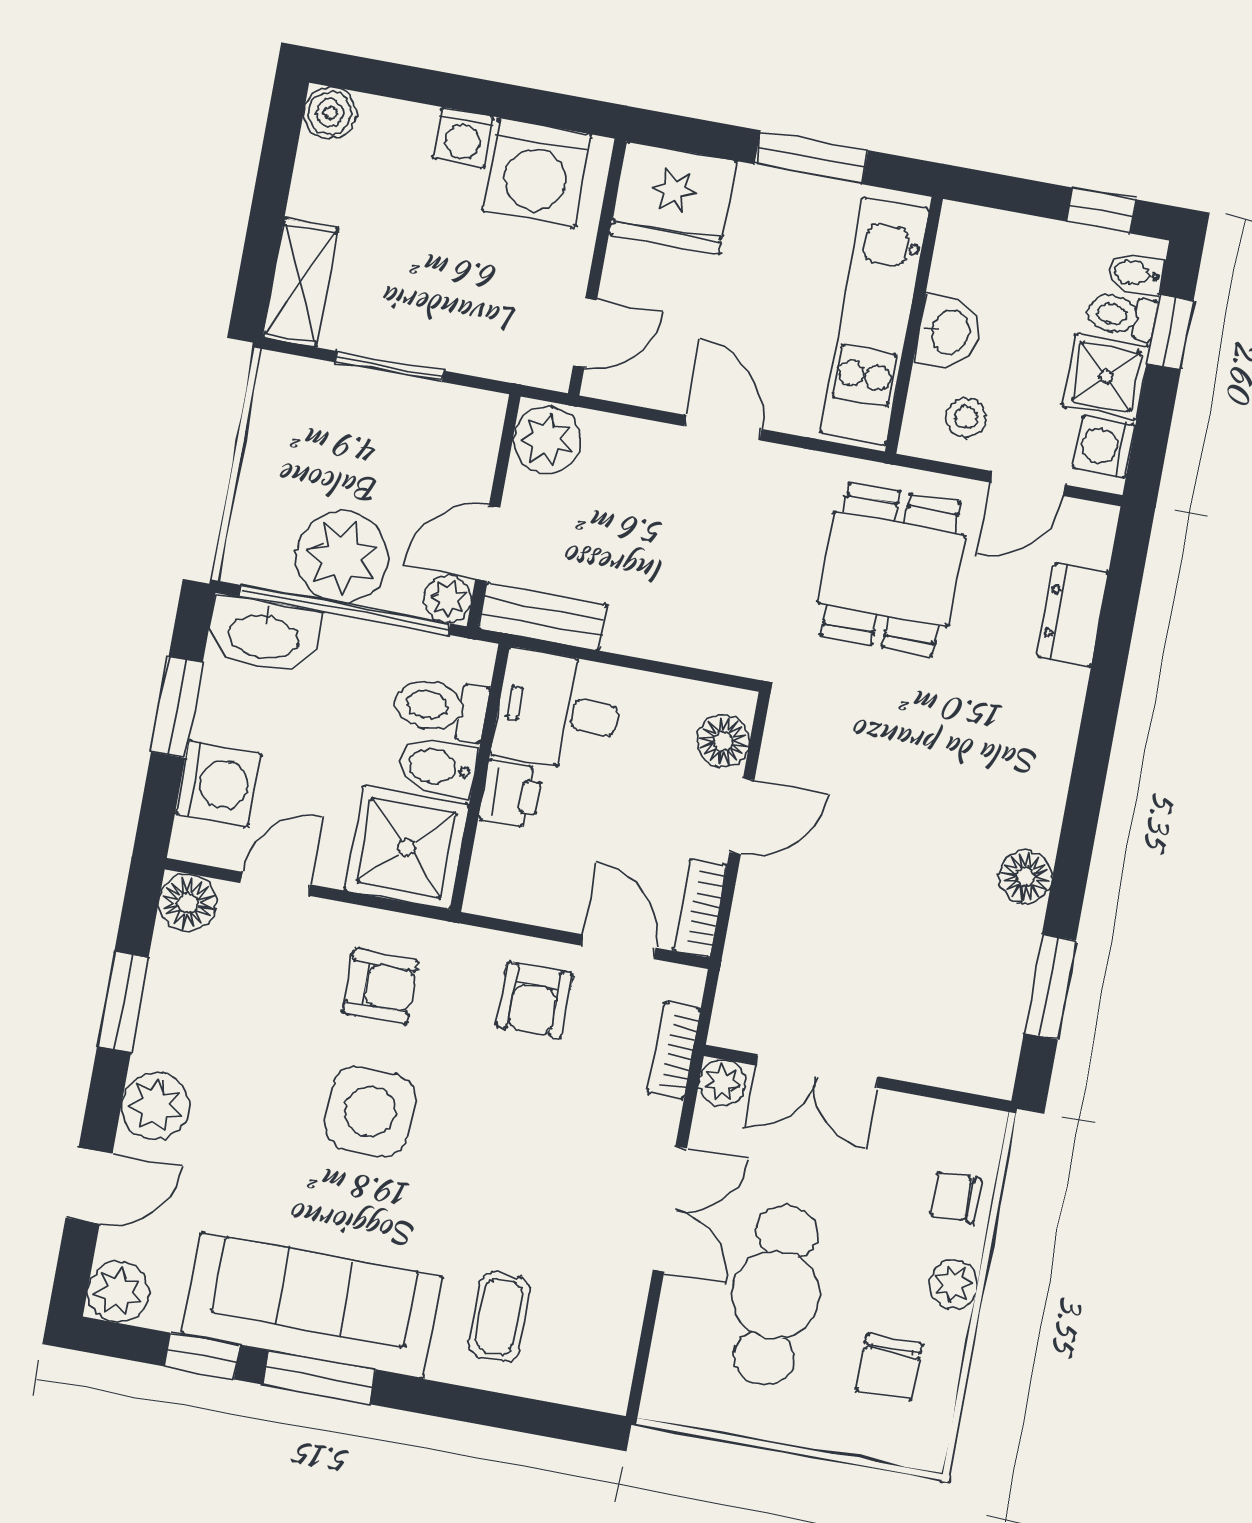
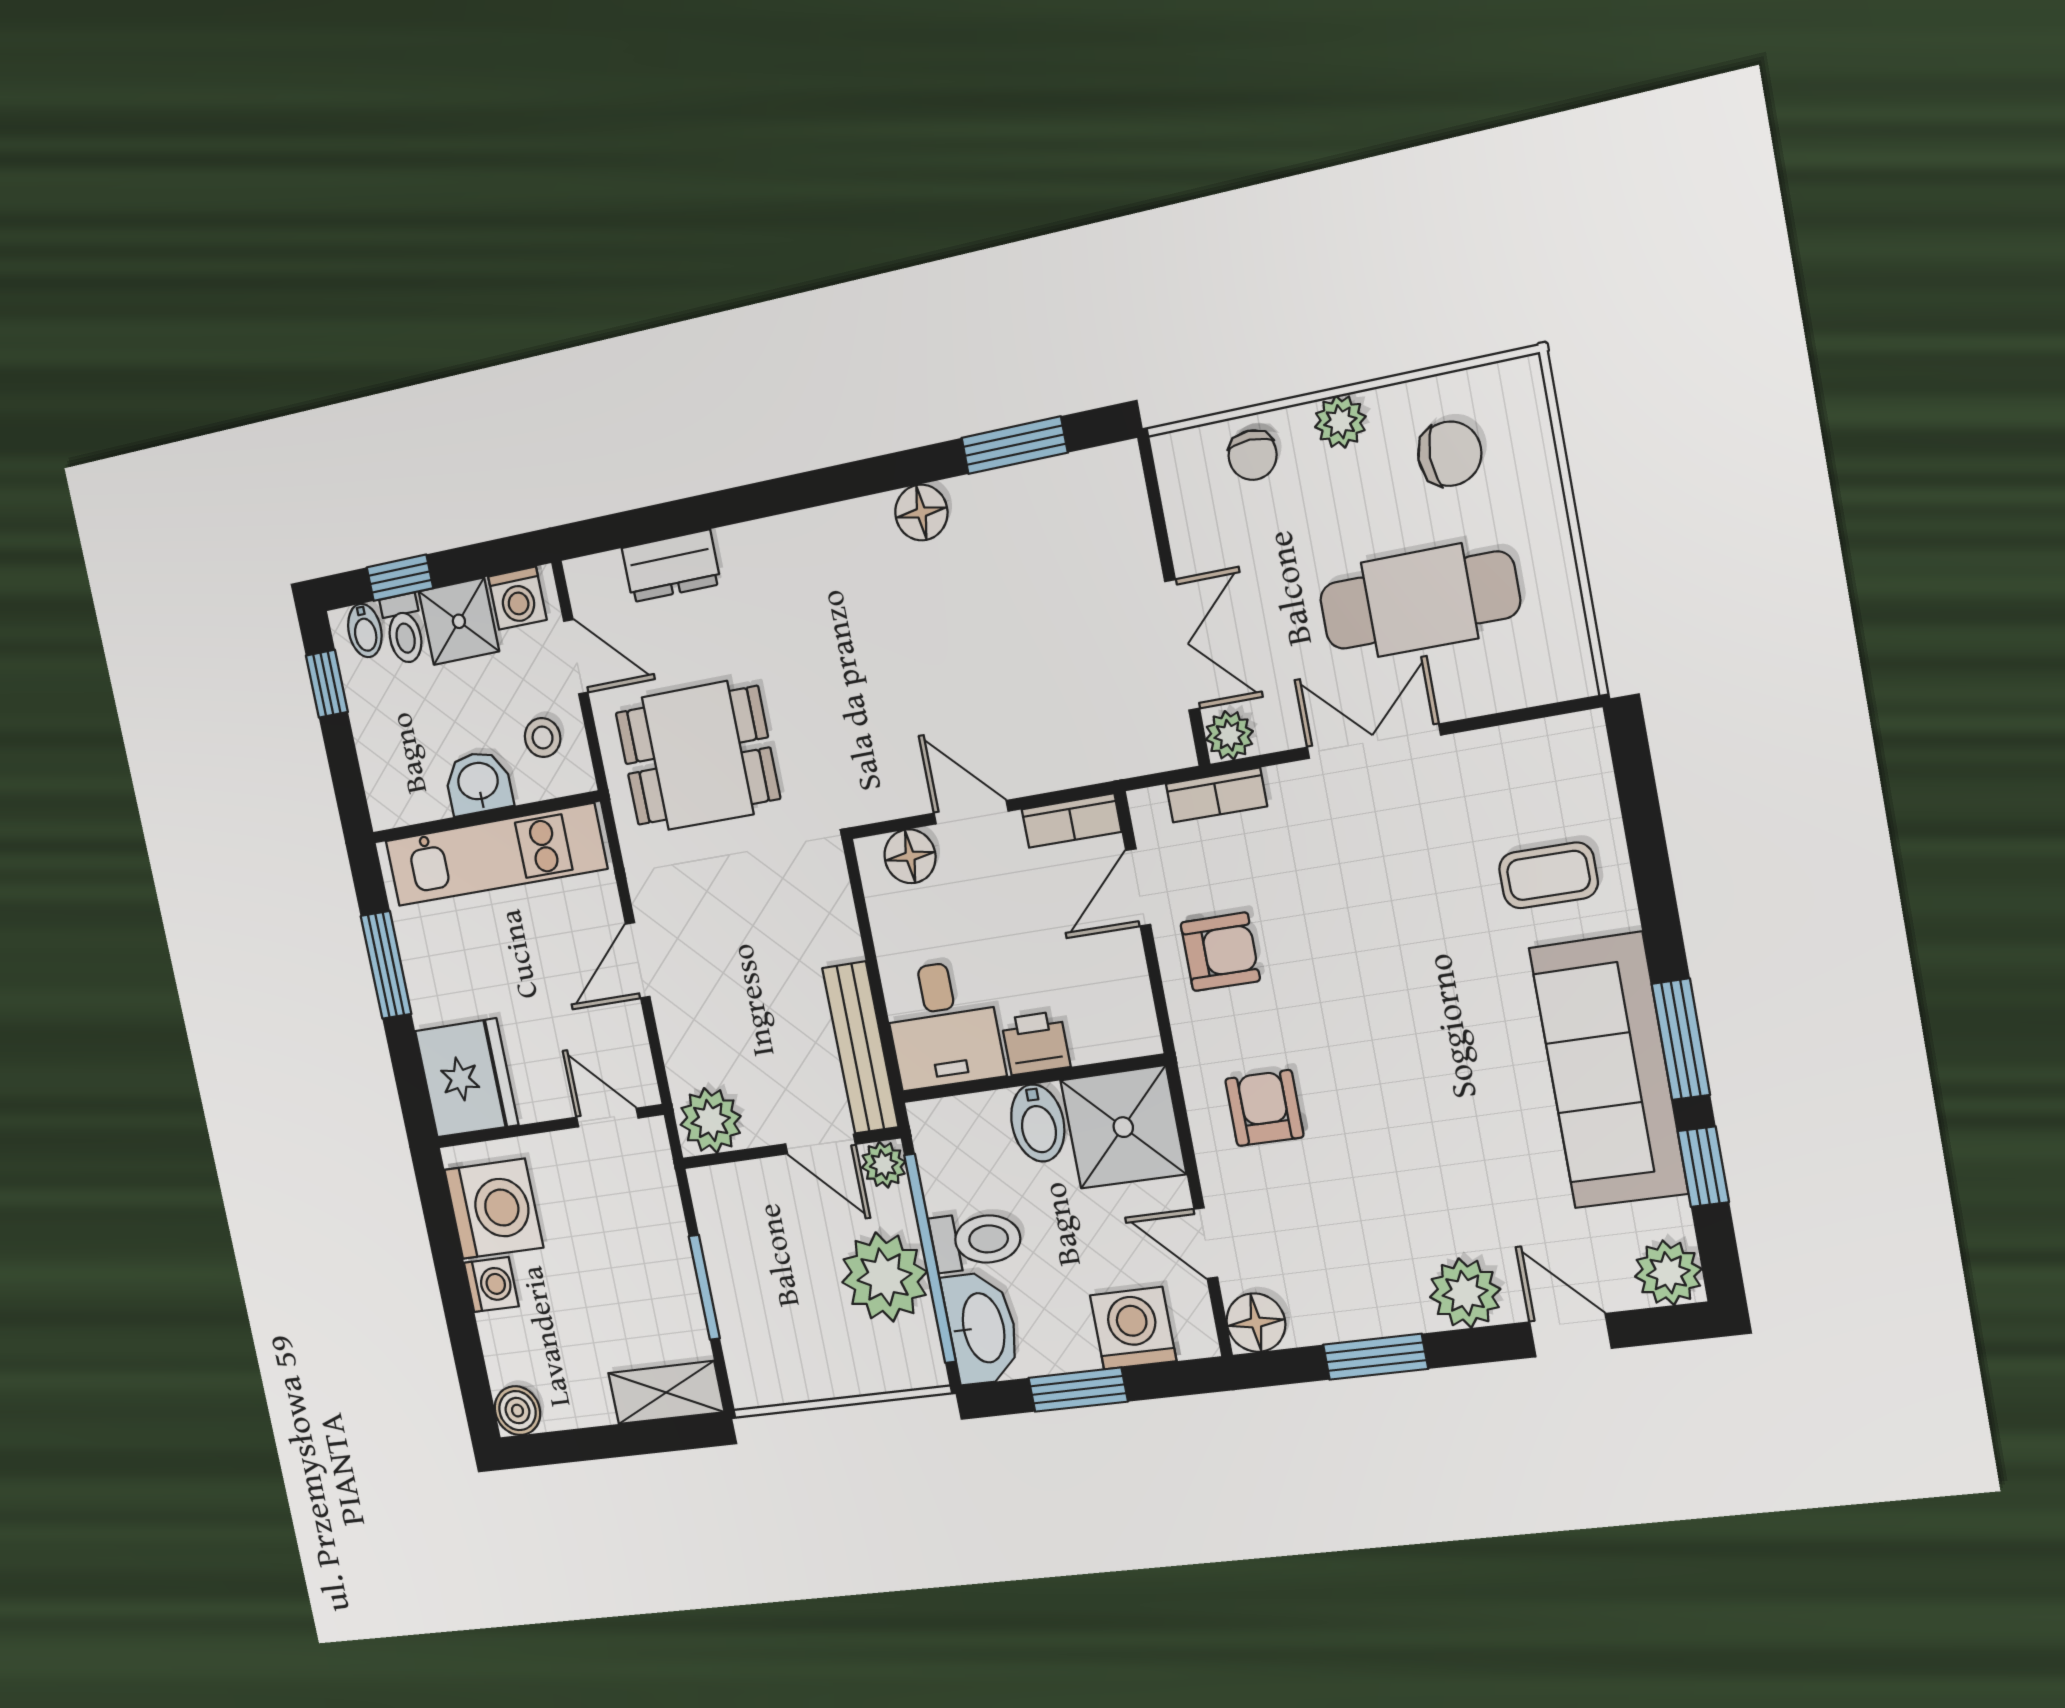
bench: (543, 616) -> (860, 1048), width x1.36
toilet: (440, 707) -> (976, 1240), moved, turned -90
side table: (370, 1112) -> (1390, 1078), removed

